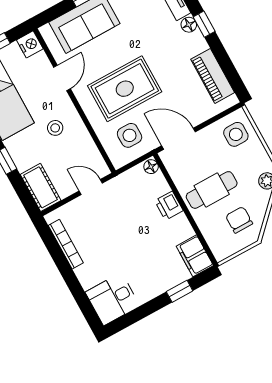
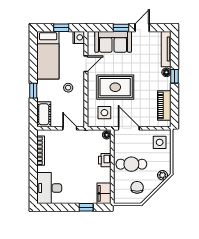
desk: (112, 299) -> (49, 188), width x1.37

